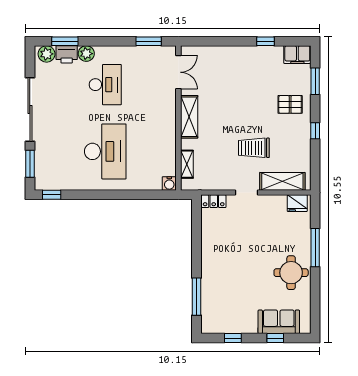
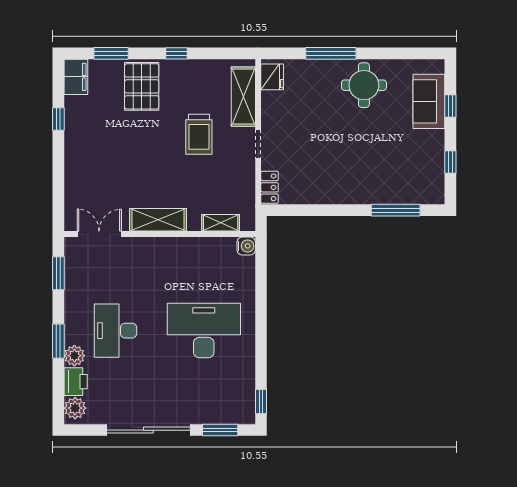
window: (65, 41) -> (58, 341), moved
desk: (105, 85) -> (116, 331), turned -90
pallet: (290, 104) -> (142, 86), width x1.50, depth x1.42

